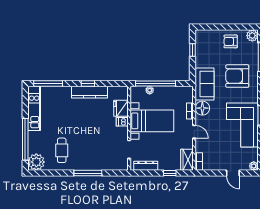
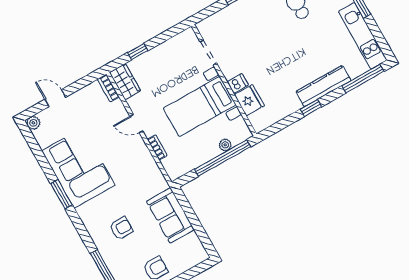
window: (193, 50) -> (199, 229), removed
armchair: (237, 76) -> (121, 228), width x0.53, depth x0.53
sofa: (205, 84) -> (170, 215), moved
kitchen counter: (89, 92) -> (323, 86), moved
floor lamp: (202, 108) -> (143, 160), removed
dresser: (146, 166) -> (174, 43), removed

